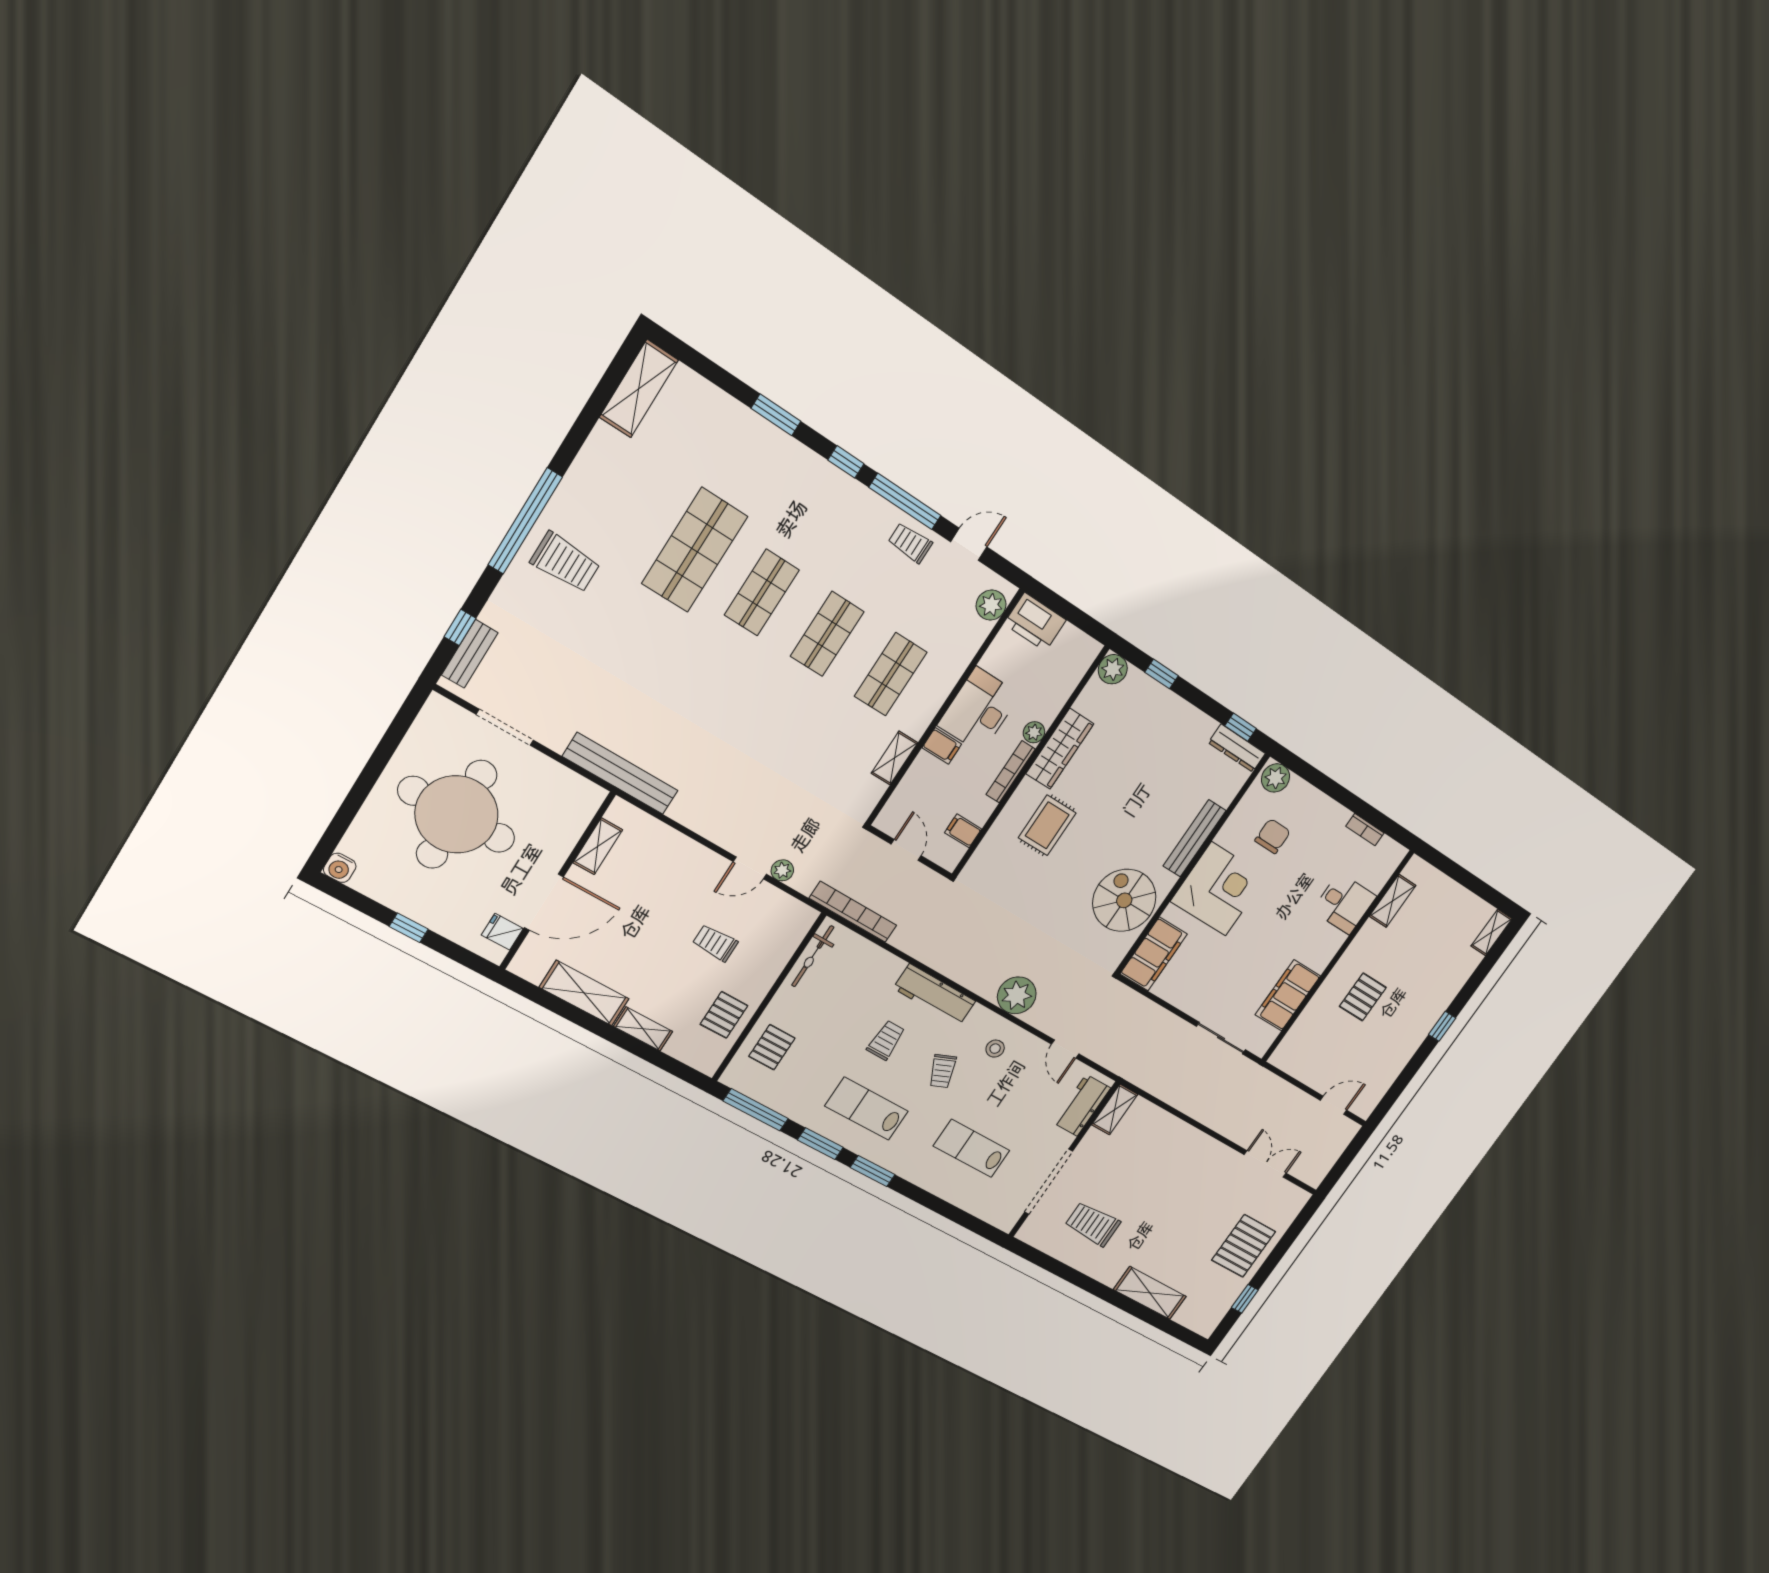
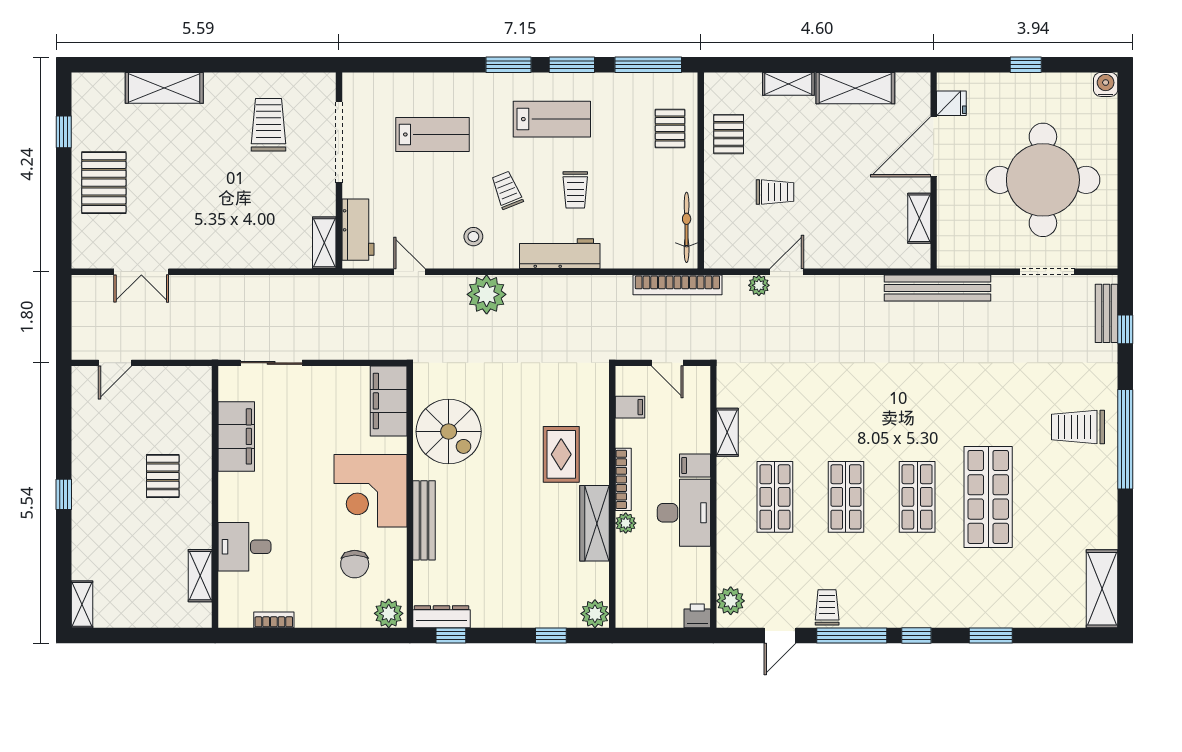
trolley: (910, 543) -> (827, 607), turned -90
printer: (1035, 622) -> (697, 616), width x0.53, depth x0.68
trolley: (1093, 1224) -> (269, 125), turned -90

